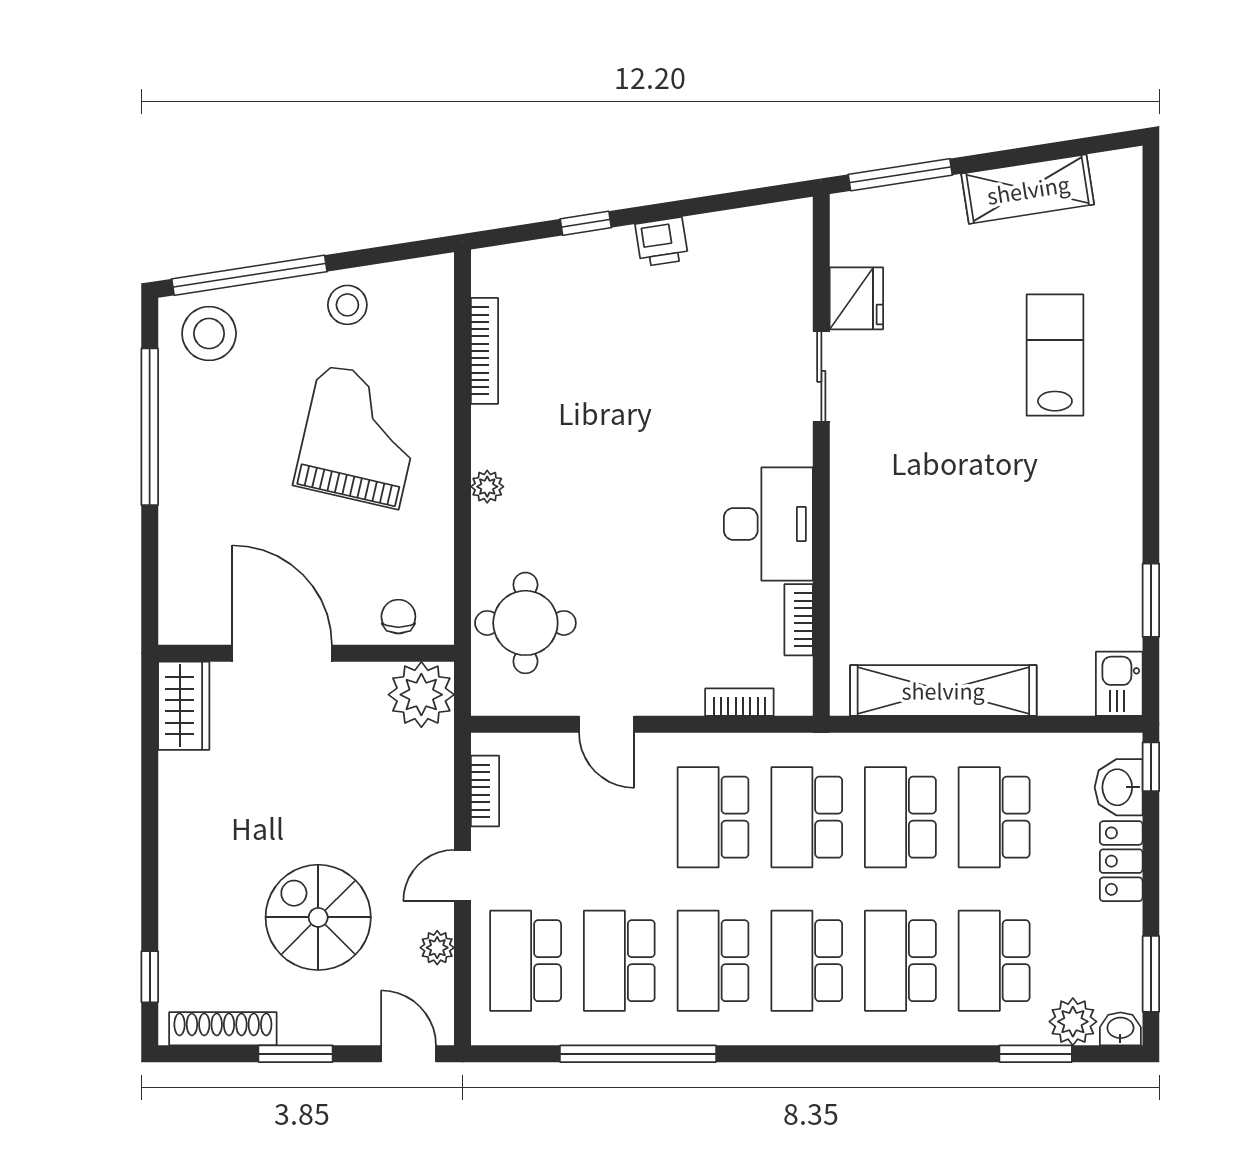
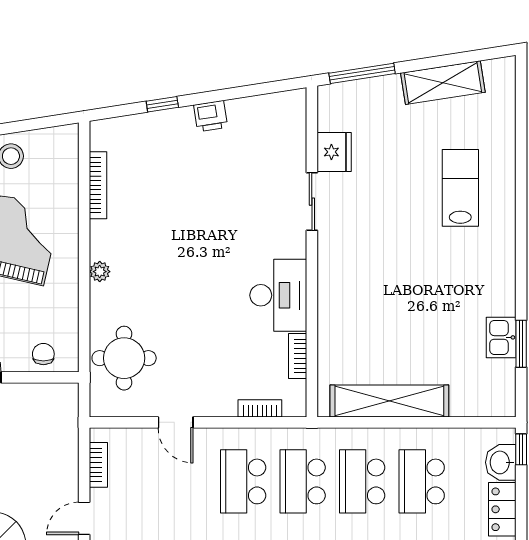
kitchen sink: (1119, 684) -> (501, 337), moved
plant: (421, 695) -> (58, 404), removed

